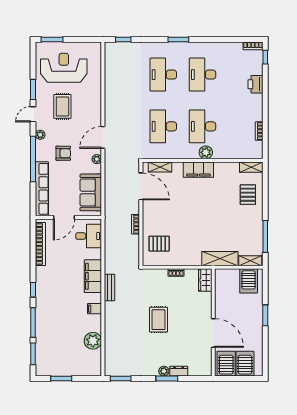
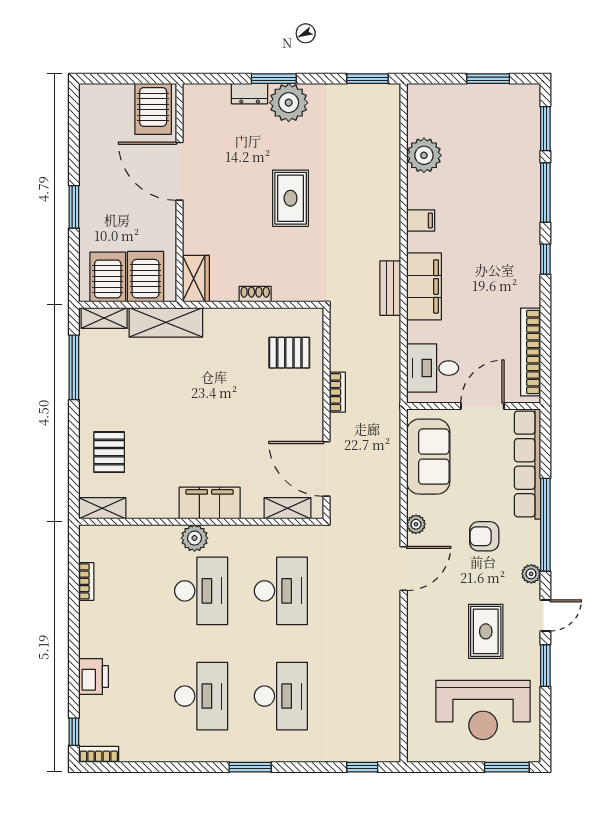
bench: (109, 288) -> (390, 288), moved
server rack: (245, 364) -> (145, 277), moved, turned 180
plant: (164, 371) -> (289, 103), width x1.87, depth x1.87

